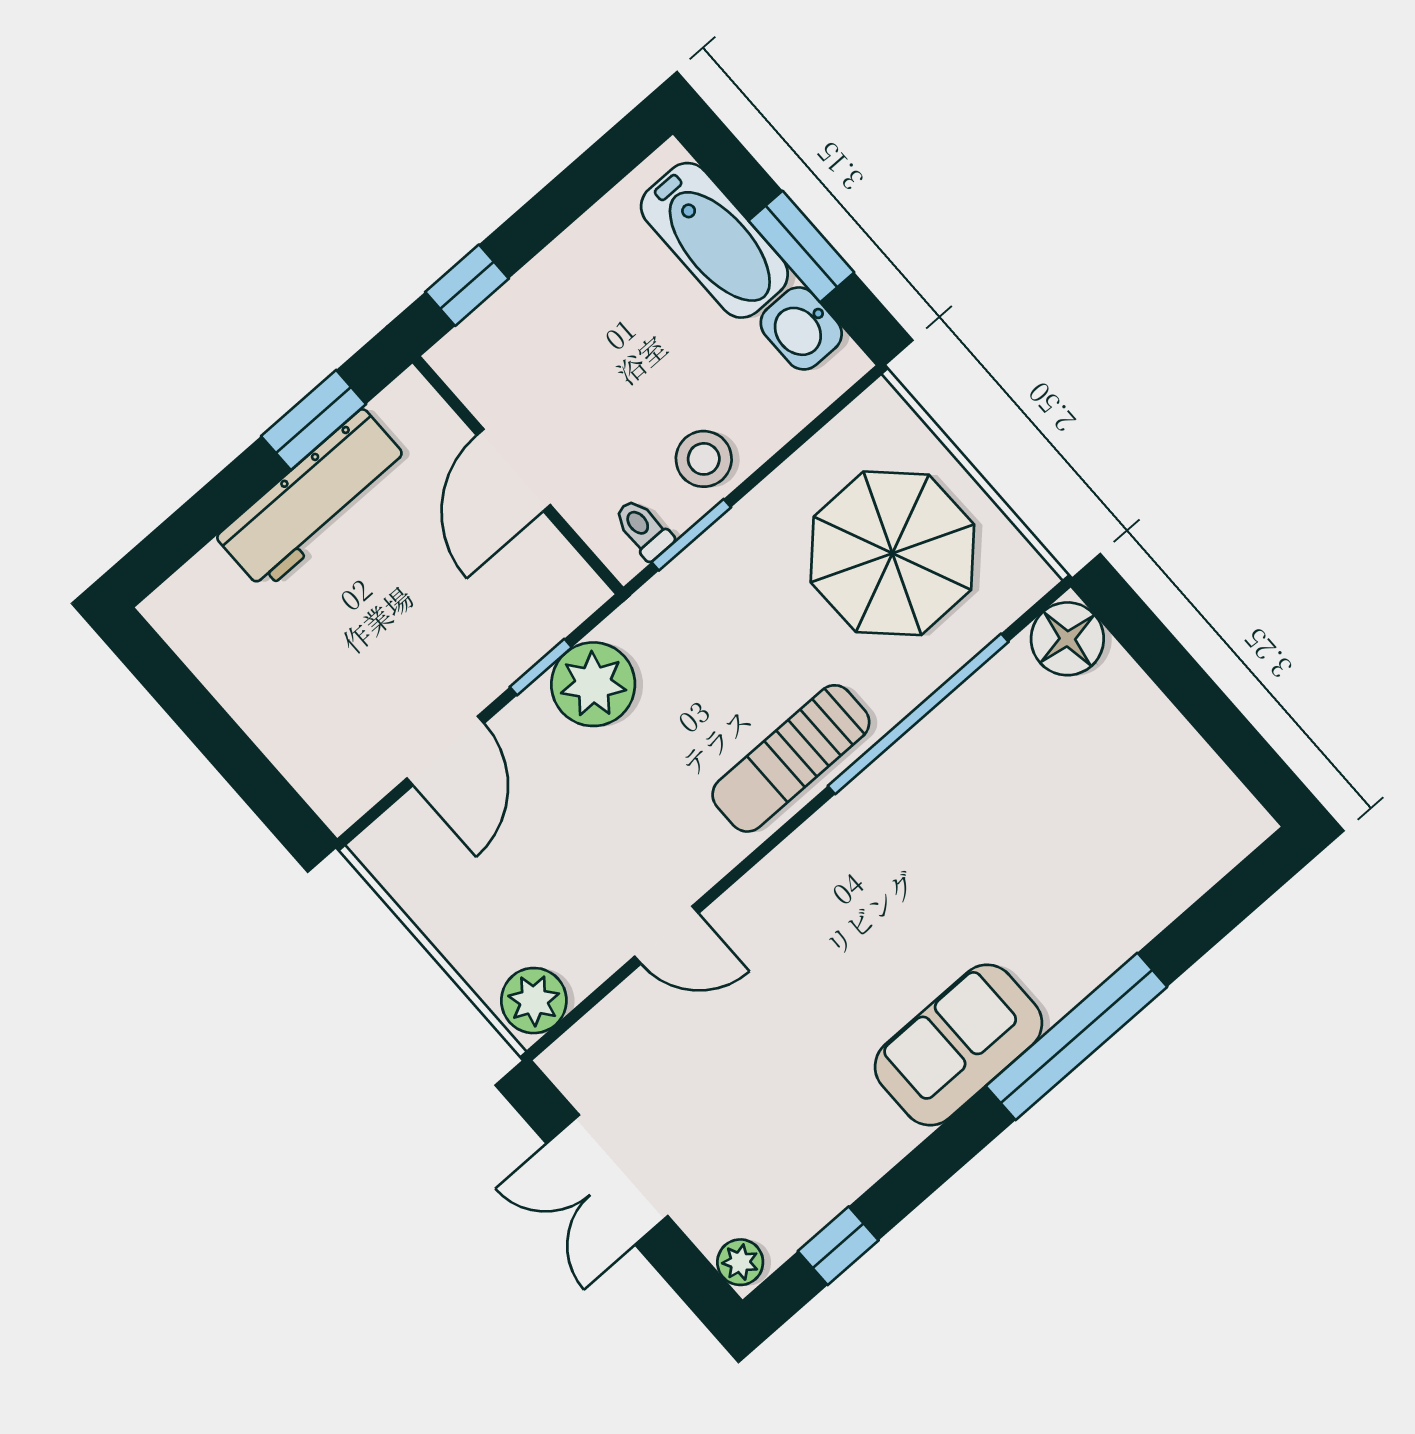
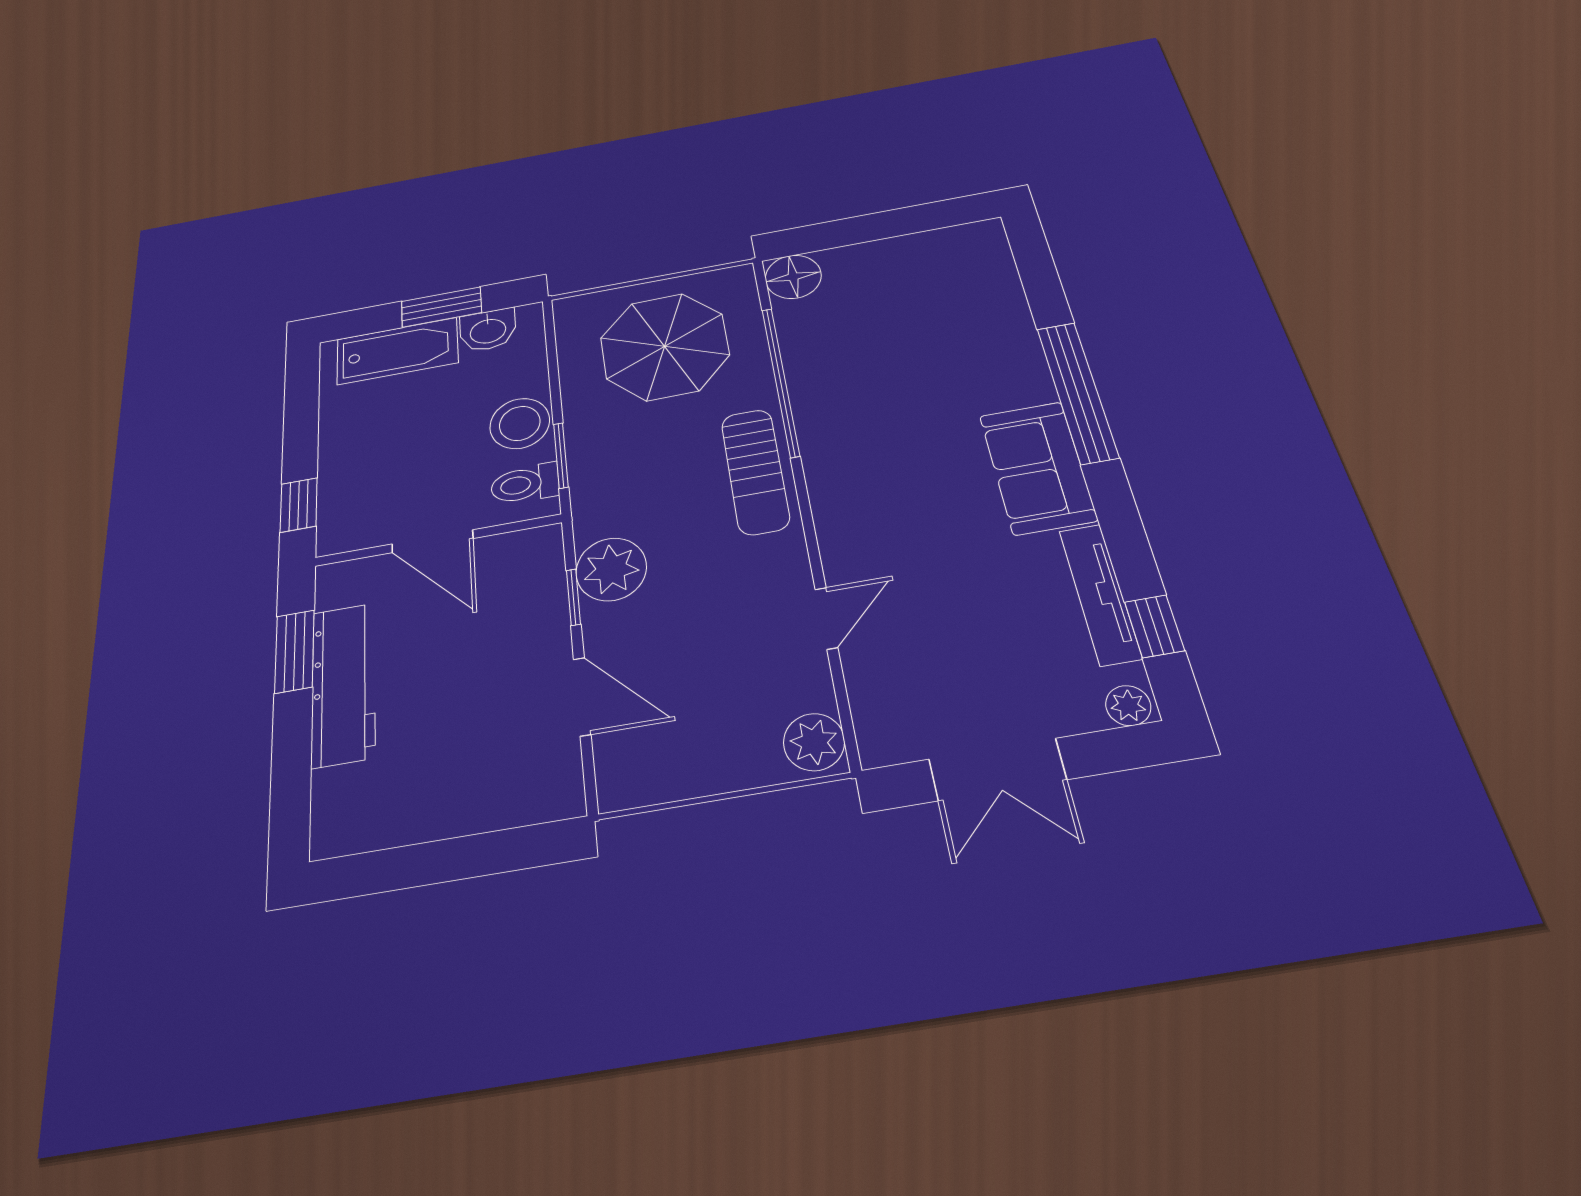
stool: (704, 459) -> (520, 423), width x1.38, depth x1.38
toilet: (643, 529) -> (525, 484), width x1.37, depth x1.39
tv unit: (845, 1179) -> (1100, 594), added

